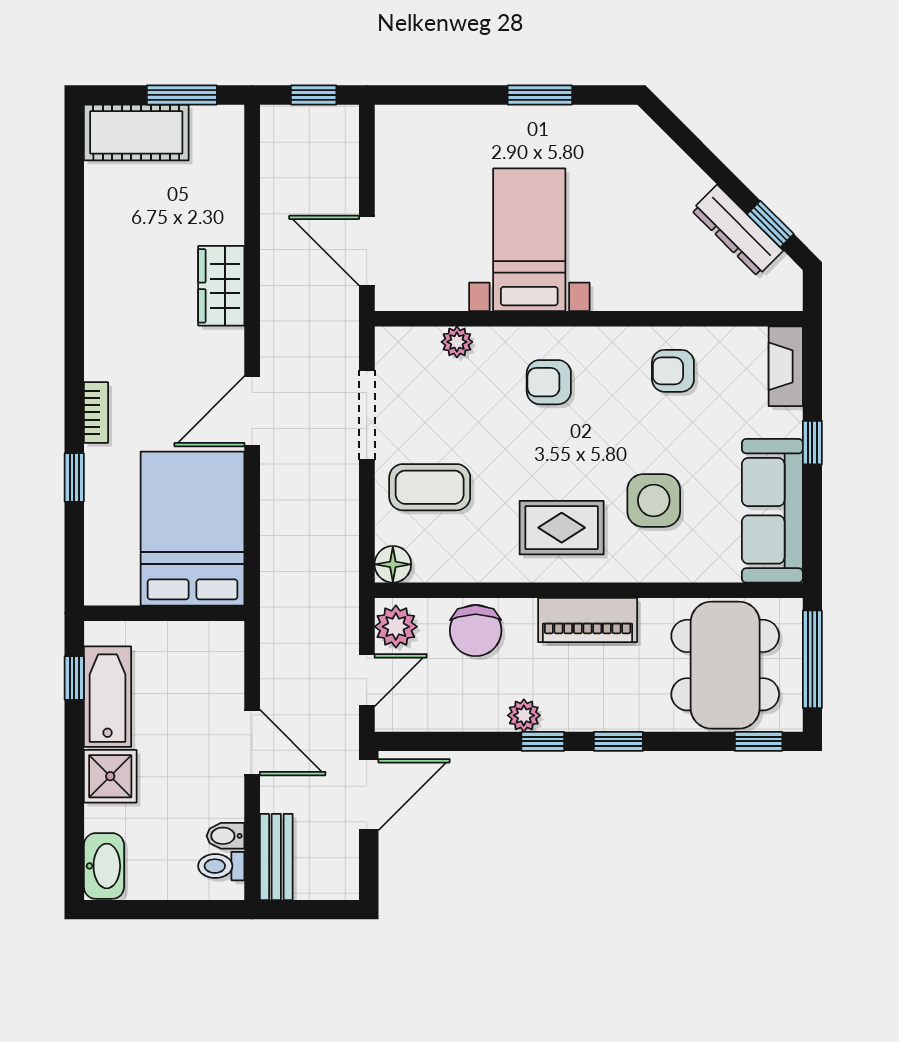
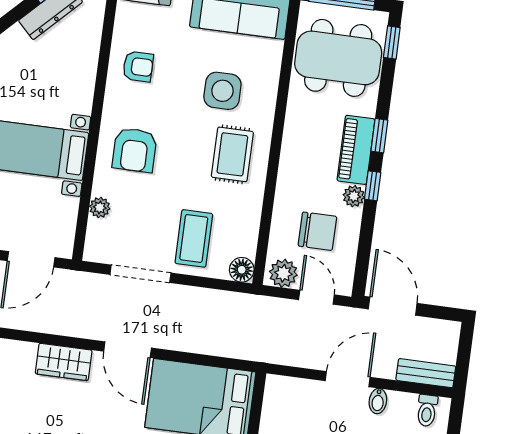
wardrobe: (221, 286) -> (64, 362), moved
armchair: (673, 371) -> (138, 67), turned -90
armchair: (549, 382) -> (135, 150), width x1.38, depth x1.38
piano: (588, 620) -> (356, 150), moved, turned 180
chair: (476, 631) -> (317, 231), moved
bidet: (226, 836) -> (378, 401), moved

